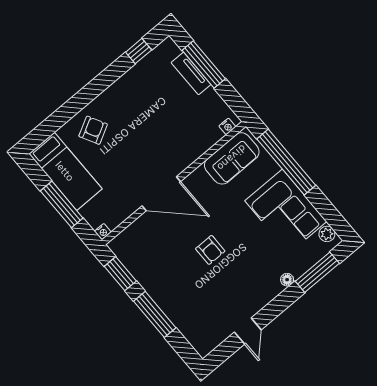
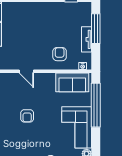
tv unit: (191, 73) -> (86, 39), moved
armchair: (93, 130) -> (60, 54), moved, turned -62
door: (161, 194) -> (26, 71), width x0.53

